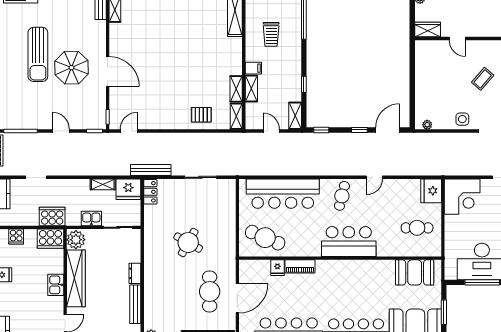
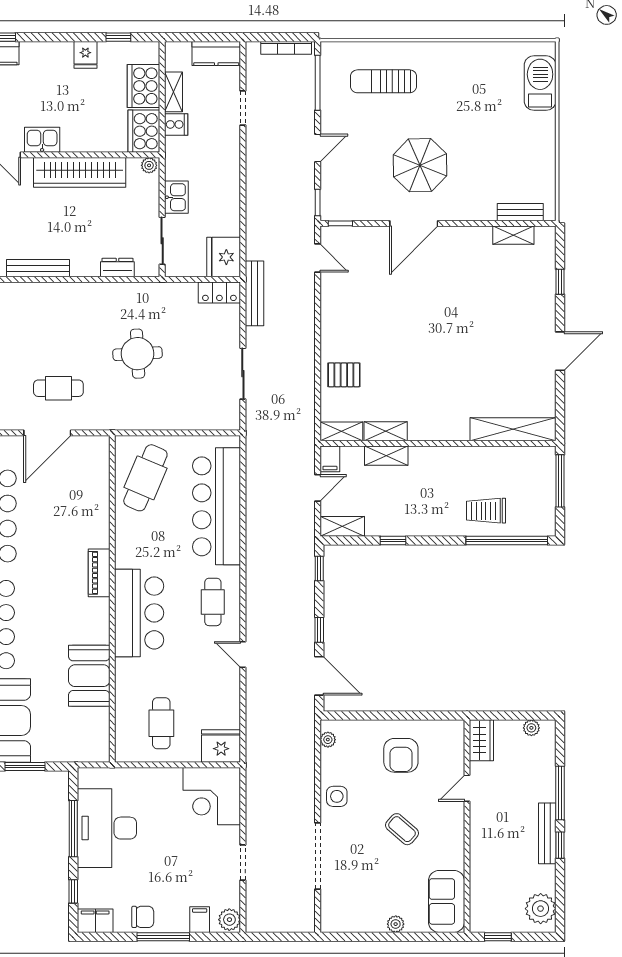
trolley: (271, 34) -> (486, 511), moved
sun lounger: (38, 54) -> (384, 81), moved, width x0.73, depth x0.75
filing cabinet: (253, 68) -> (330, 459), moved
armchair: (437, 79) -> (401, 755), added
pallet: (201, 115) -> (344, 375), turned 90
shelving: (103, 184) -> (174, 92), moved
cafe table: (342, 196) -> (213, 602), turned 76
cooker: (52, 216) -> (176, 124), width x0.53, depth x0.76
cooker: (16, 236) -> (144, 86), width x1.87, depth x1.31
plant: (76, 240) -> (149, 165), width x0.53, depth x0.53
round table: (188, 243) -> (138, 354), turned -32
piano: (300, 266) -> (99, 573), moved
fridge: (277, 268) -> (97, 498), removed
booth: (415, 272) -> (89, 676), moved
dresser: (135, 273) -> (117, 268), moved
kitchen sink: (56, 285) -> (42, 140), moved
cafe table: (210, 292) -> (58, 388), width x0.73, depth x0.74
door: (237, 298) -> (47, 433), hinge flipped

